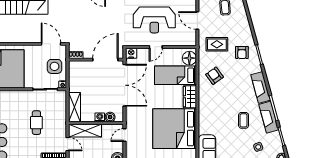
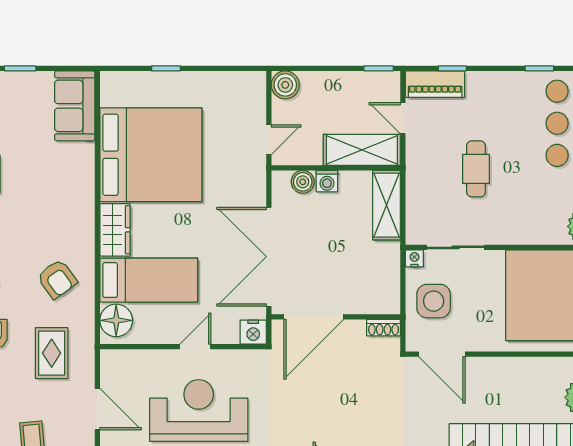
rug: (217, 44) -> (52, 353), turned 90

